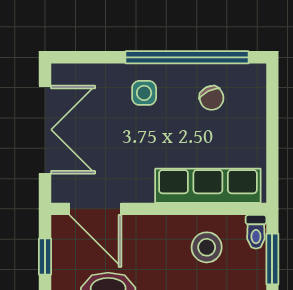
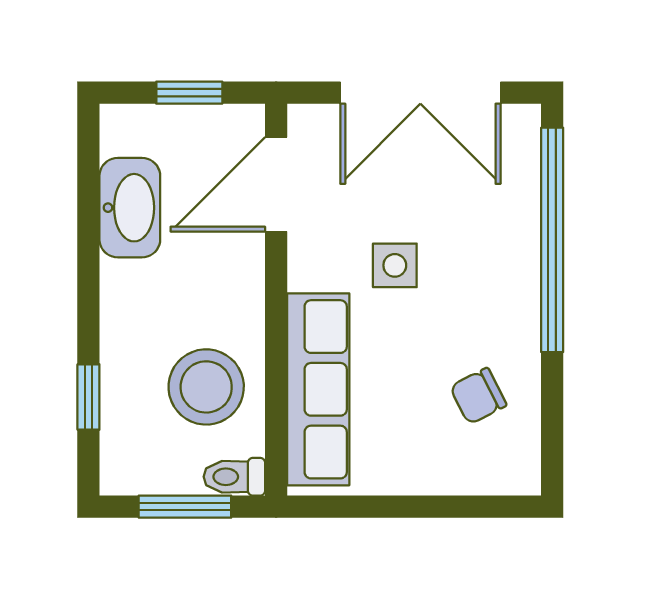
window: (187, 57) -> (552, 240), moved
side table: (144, 93) -> (395, 265), moved
stool: (207, 247) -> (206, 387), width x1.38, depth x1.38

